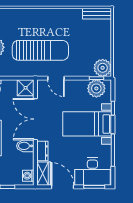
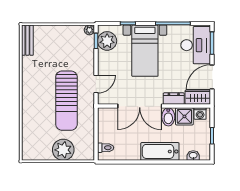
sun lounger: (40, 50) -> (66, 101), turned 180
plant: (103, 68) -> (89, 30), width x0.53, depth x0.53
shower: (26, 88) -> (184, 116), moved

